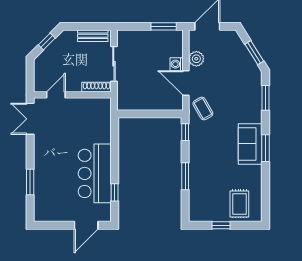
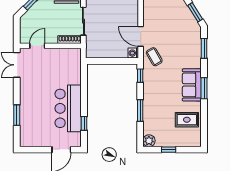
plant: (196, 59) -> (149, 141), moved
washing machine: (177, 64) -> (133, 53), moved
rug: (239, 204) -> (187, 120), moved, turned 90

